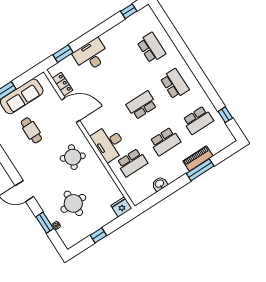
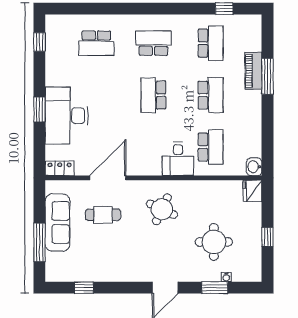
school desk: (151, 48) -> (96, 43), turned 180
window: (63, 54) -> (39, 110), moved
desk: (91, 55) -> (67, 116), width x1.36, depth x1.30
locker: (62, 84) -> (60, 168), moved
cafe table: (31, 130) -> (103, 215), moved
desk: (109, 143) -> (178, 159), width x0.73
washbasin: (160, 184) -> (254, 167), moved

